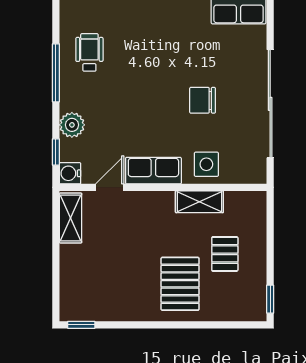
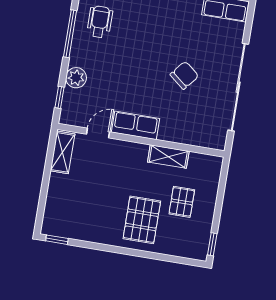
chair: (203, 100) -> (184, 75), turned 129
side table: (206, 164) -> (179, 127), removed
water cooler: (70, 173) -> (68, 116), removed

